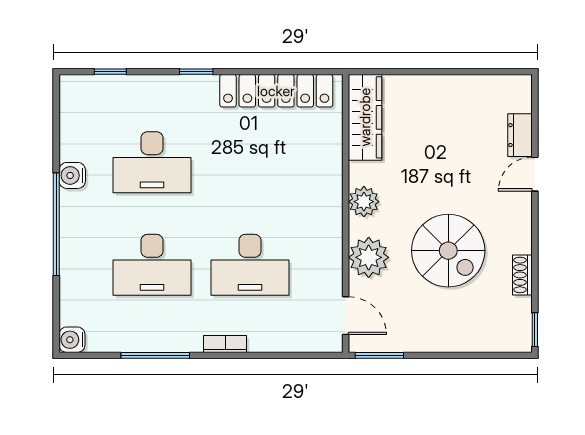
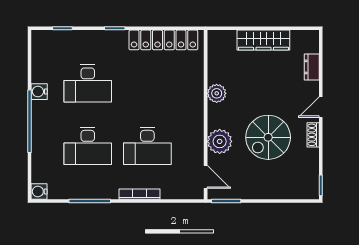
wardrobe: (365, 117) -> (263, 40), moved, turned 90
door: (535, 174) -> (321, 107), moved
plant: (364, 202) -> (217, 93), moved
spiral stairs: (448, 251) -> (268, 137), turned 90
shoe rack: (522, 275) -> (313, 135), moved
bookcase: (225, 344) -> (140, 194), width x1.56

